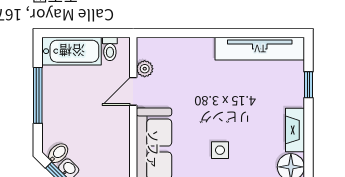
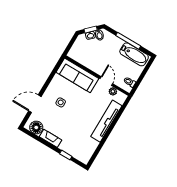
tv unit: (260, 49) -> (106, 121), moved
bathtub: (72, 51) -> (134, 54), moved, turned -90

